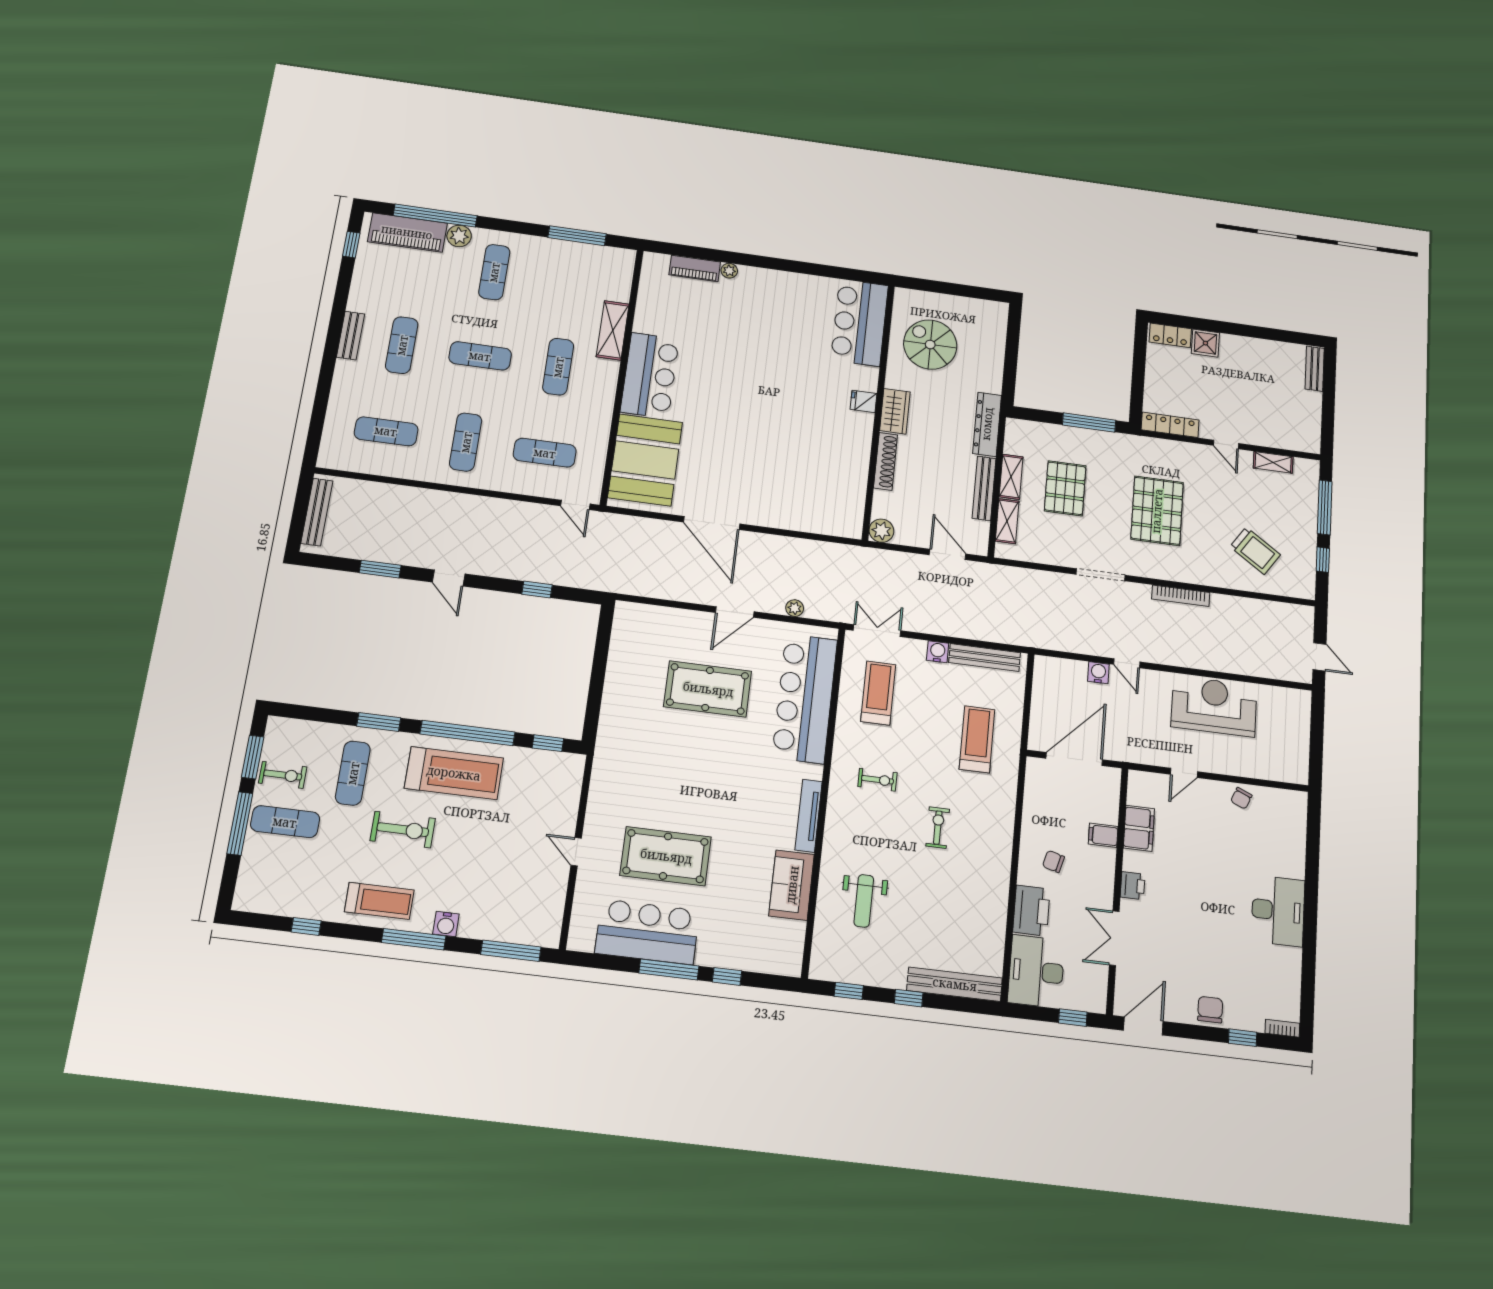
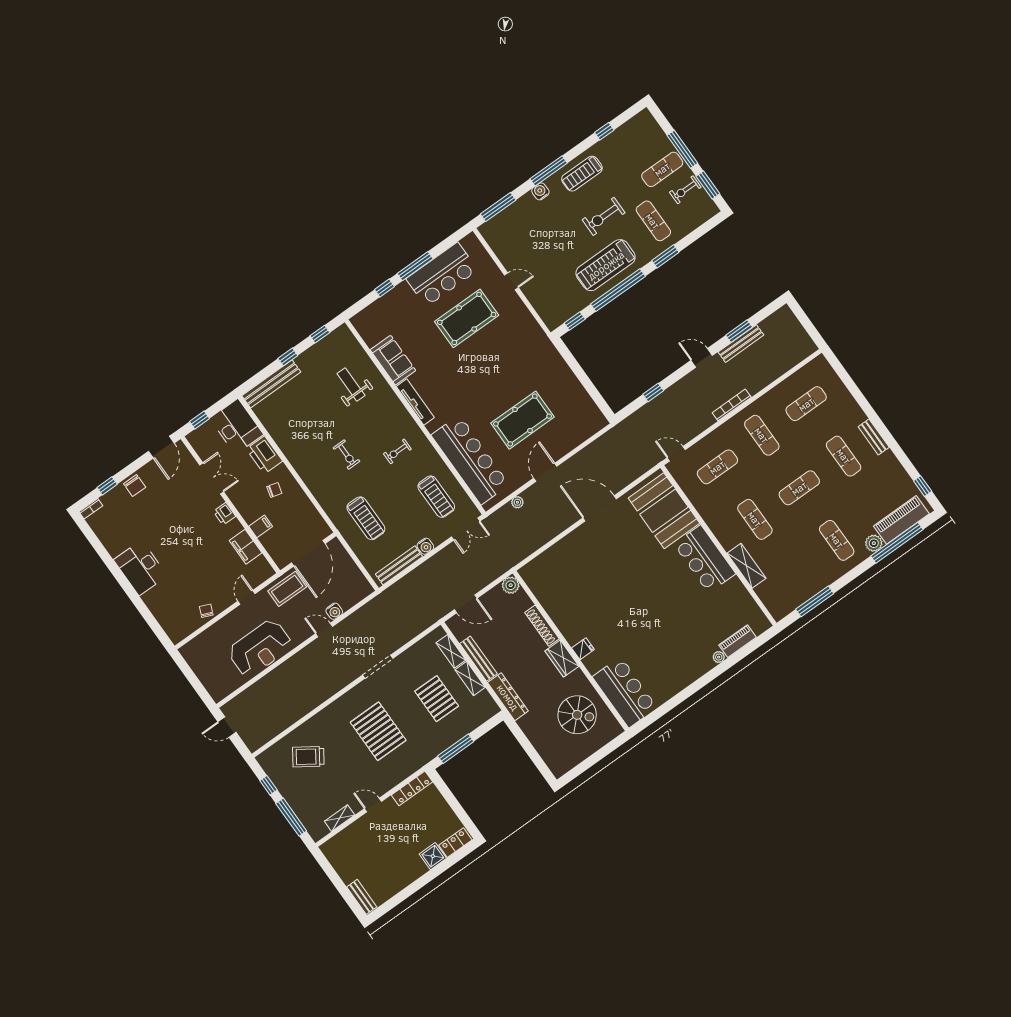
bench: (317, 512) -> (741, 344), moved, turned 90
bookcase: (1181, 596) -> (732, 405), moved
coffee table: (1131, 742) -> (287, 589), added

